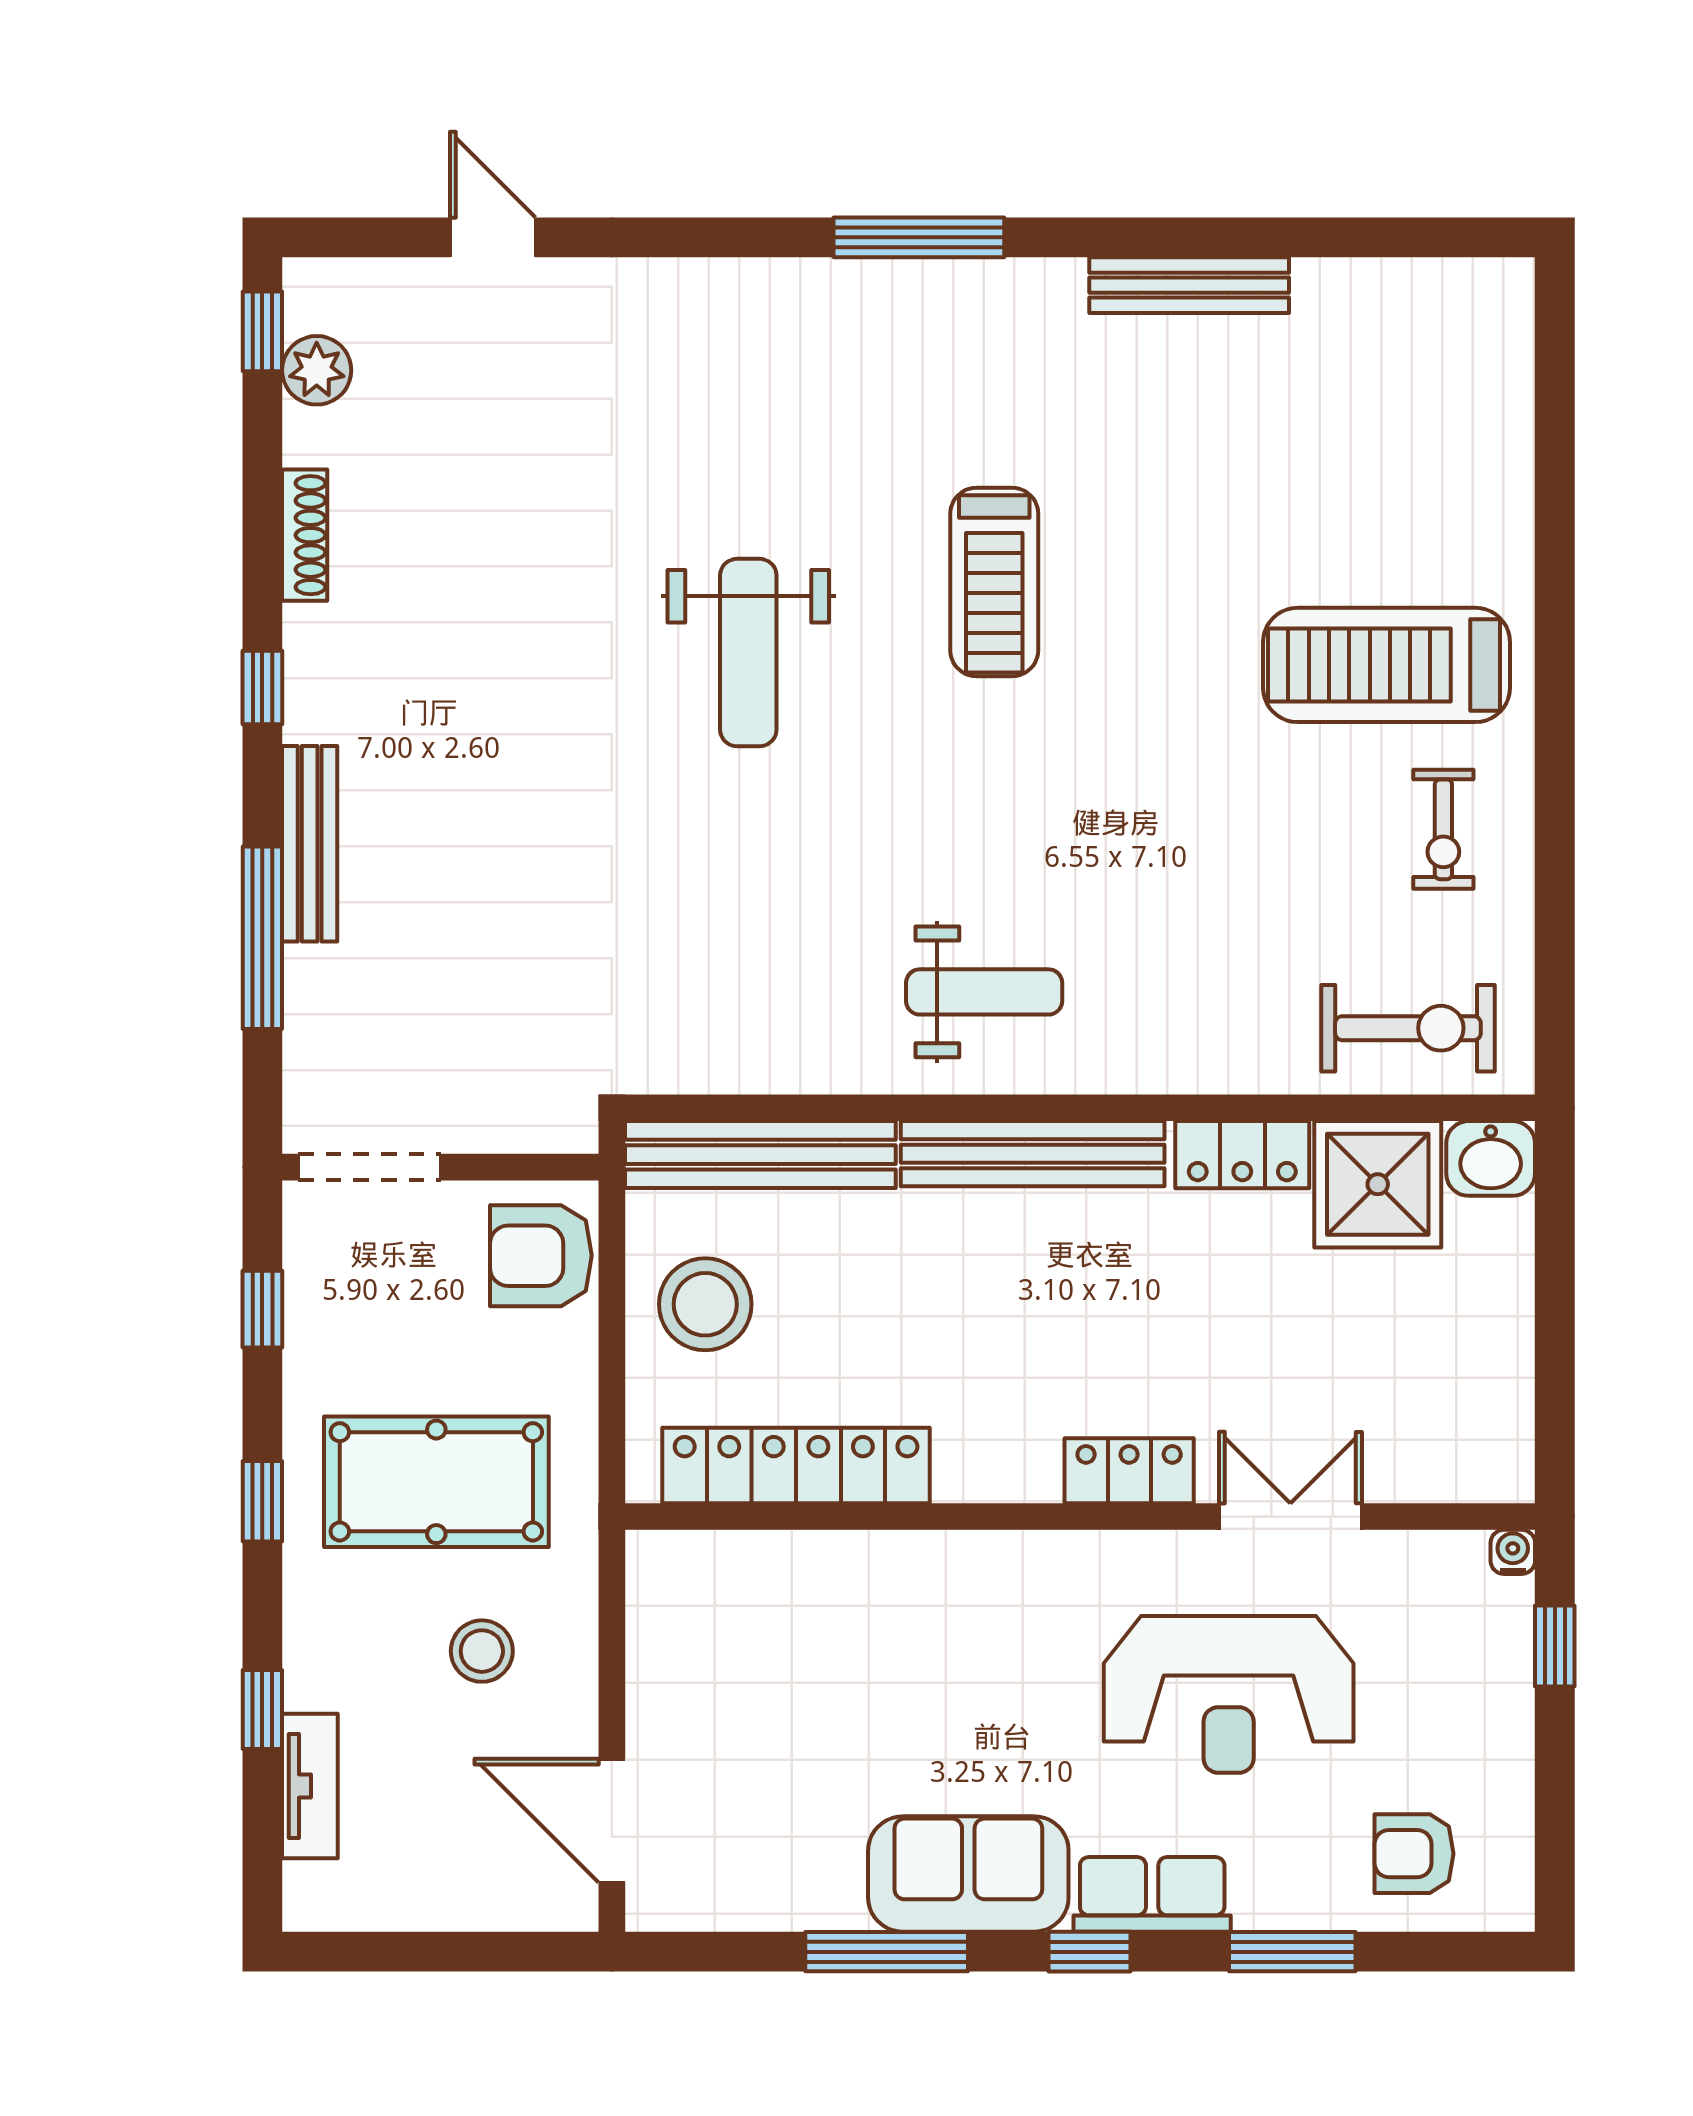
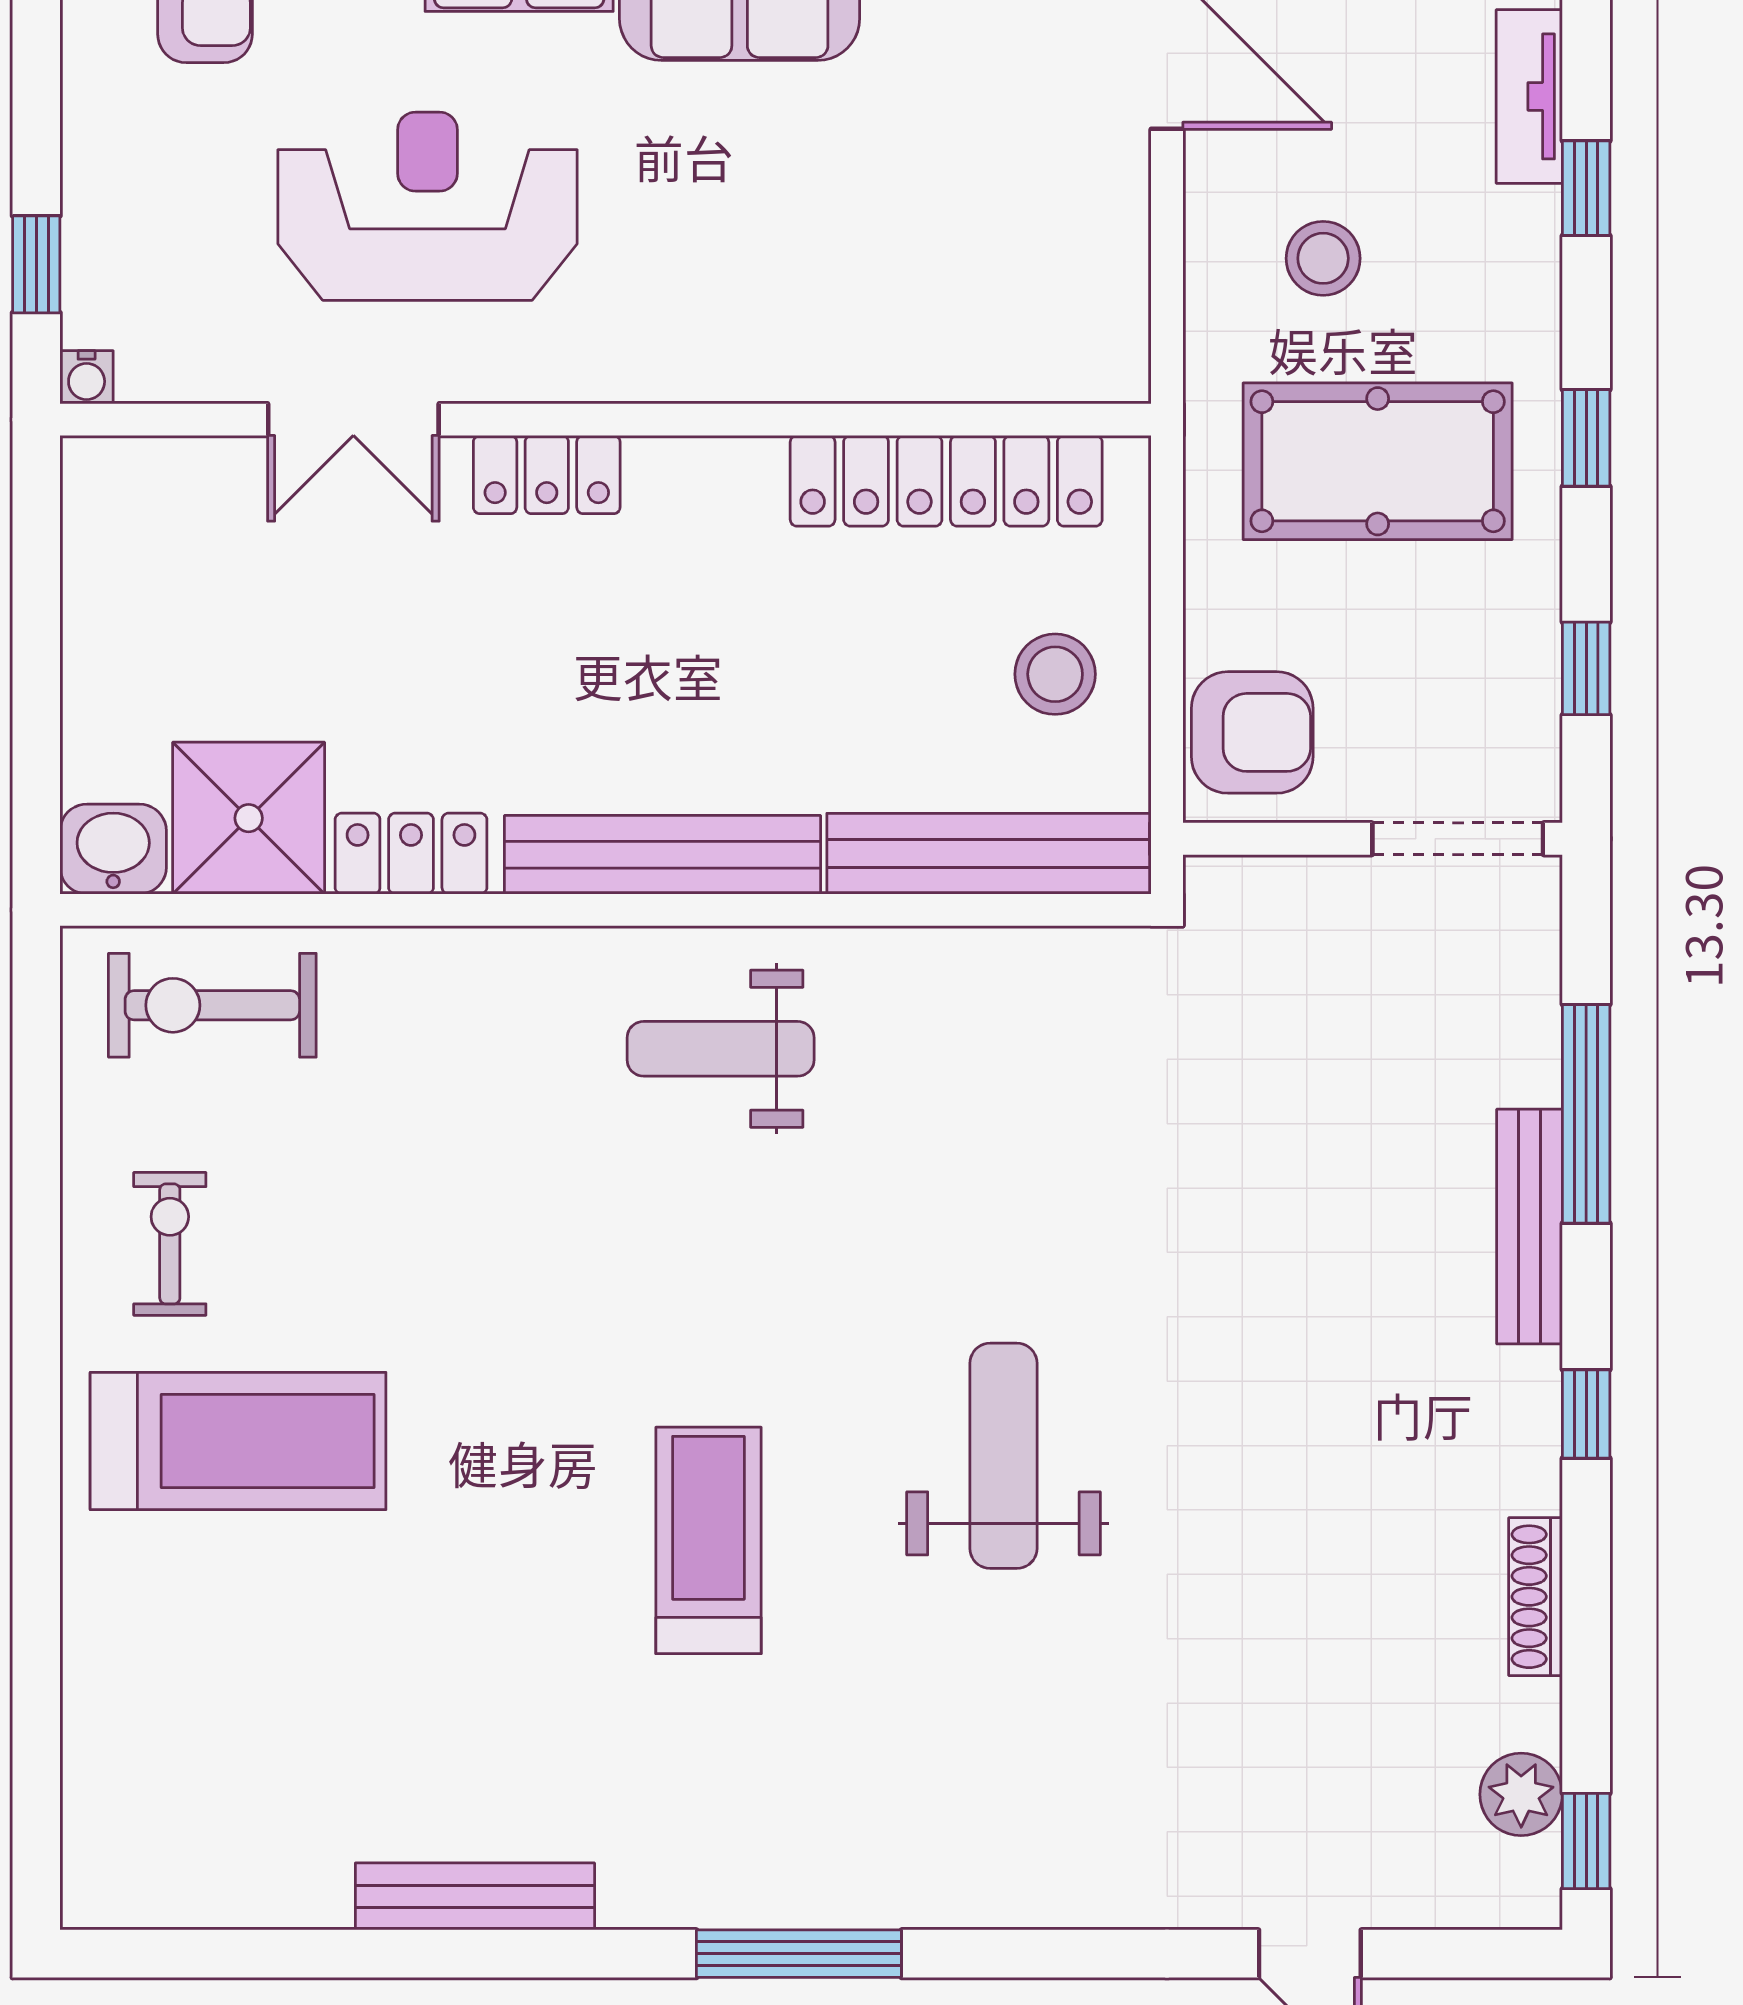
stool: (705, 1304) -> (1055, 674), width x0.73, depth x0.73

